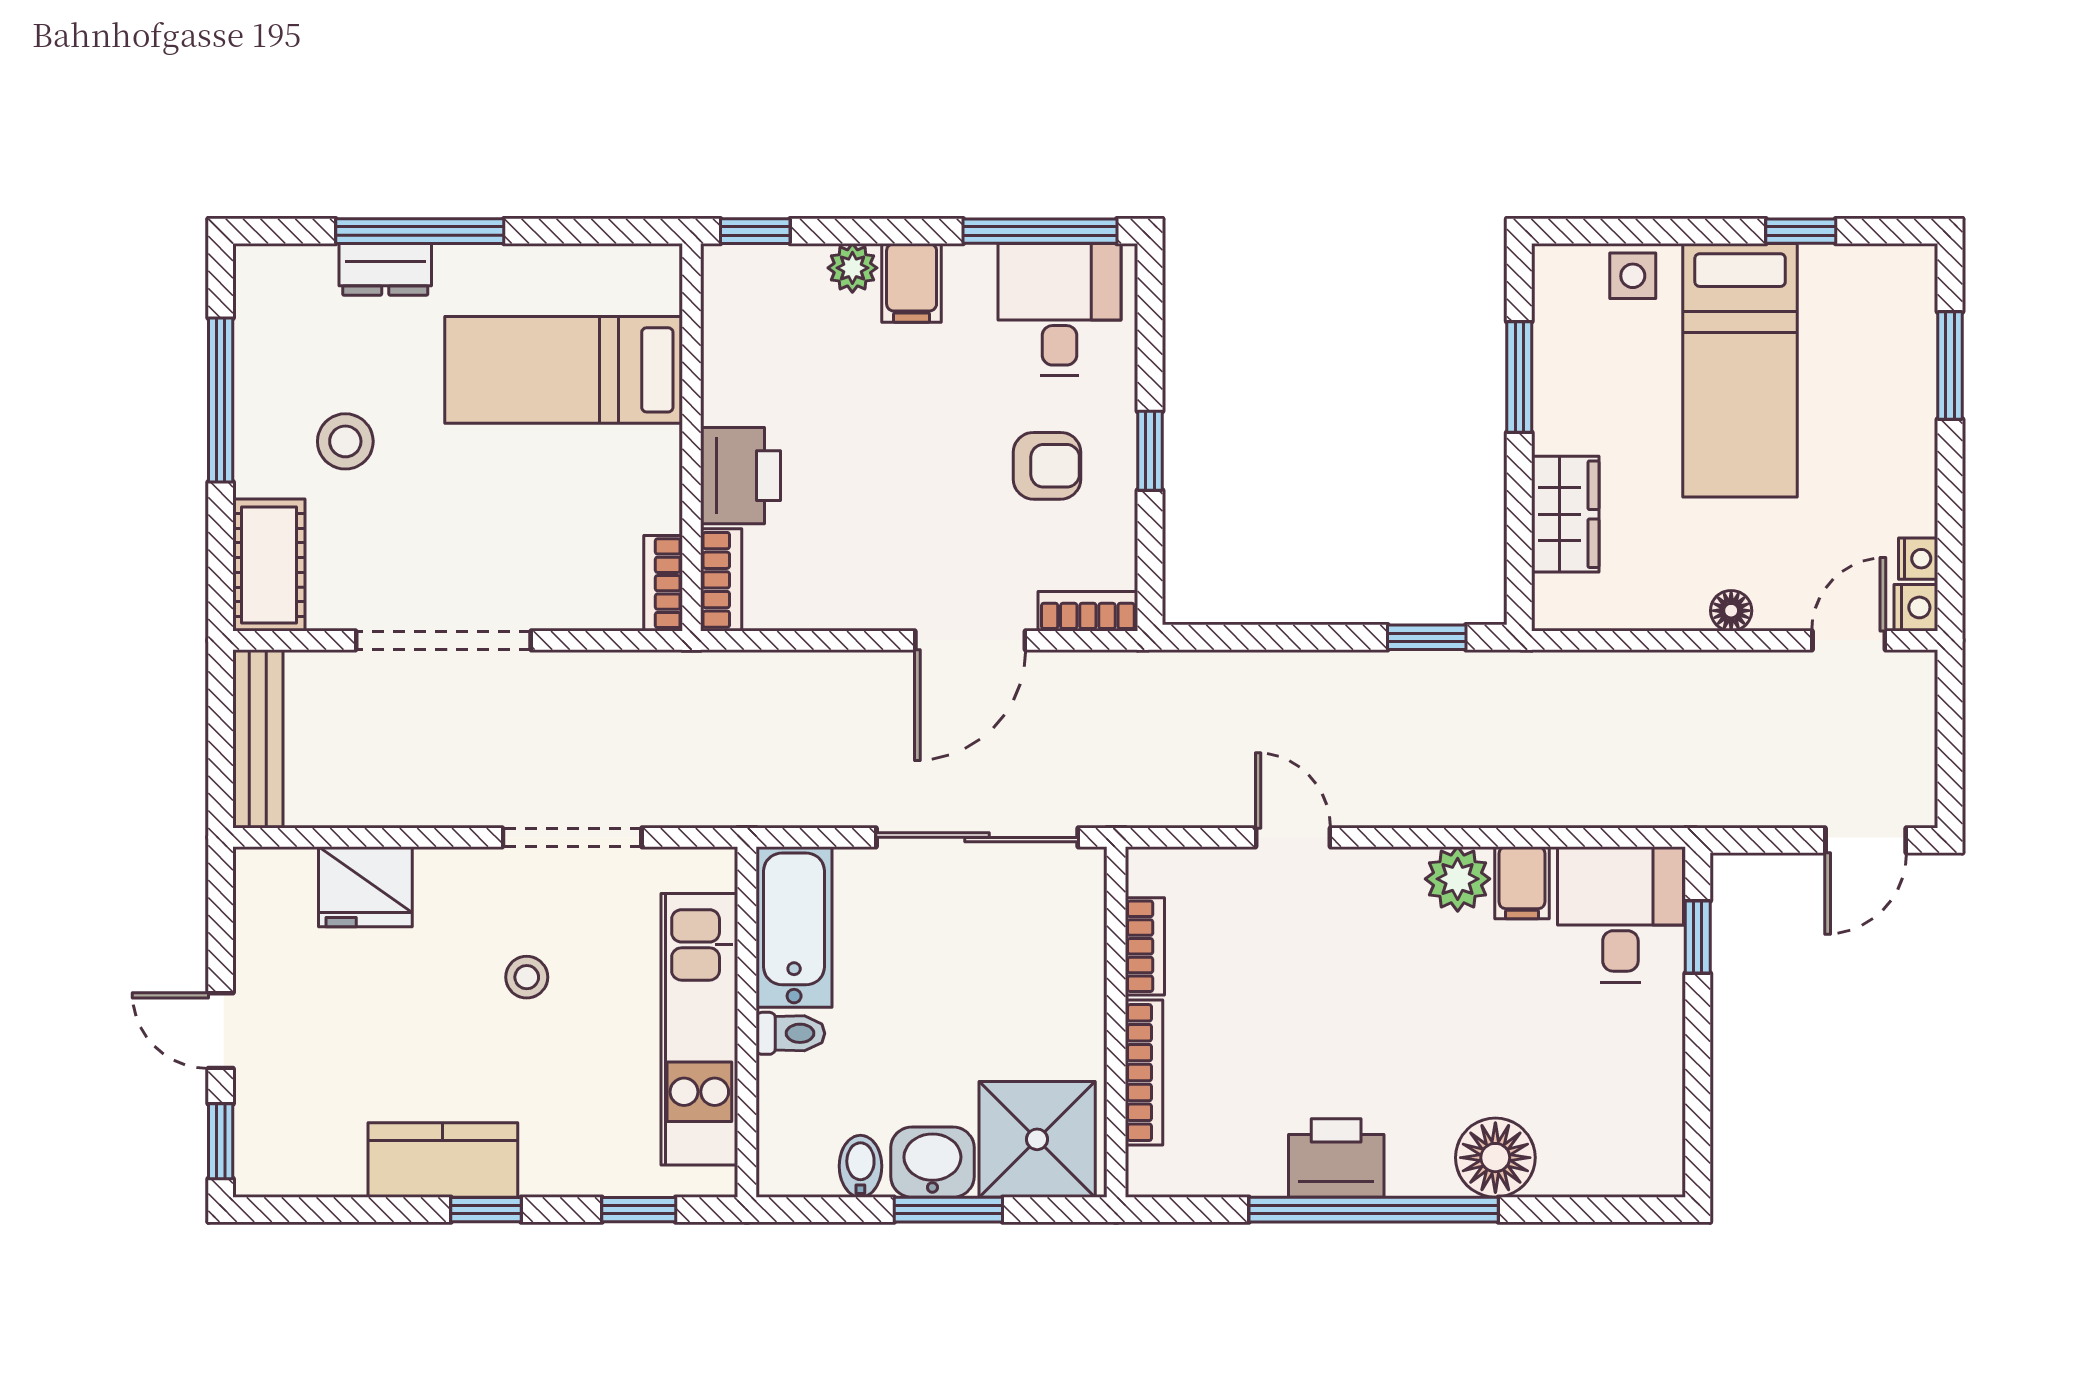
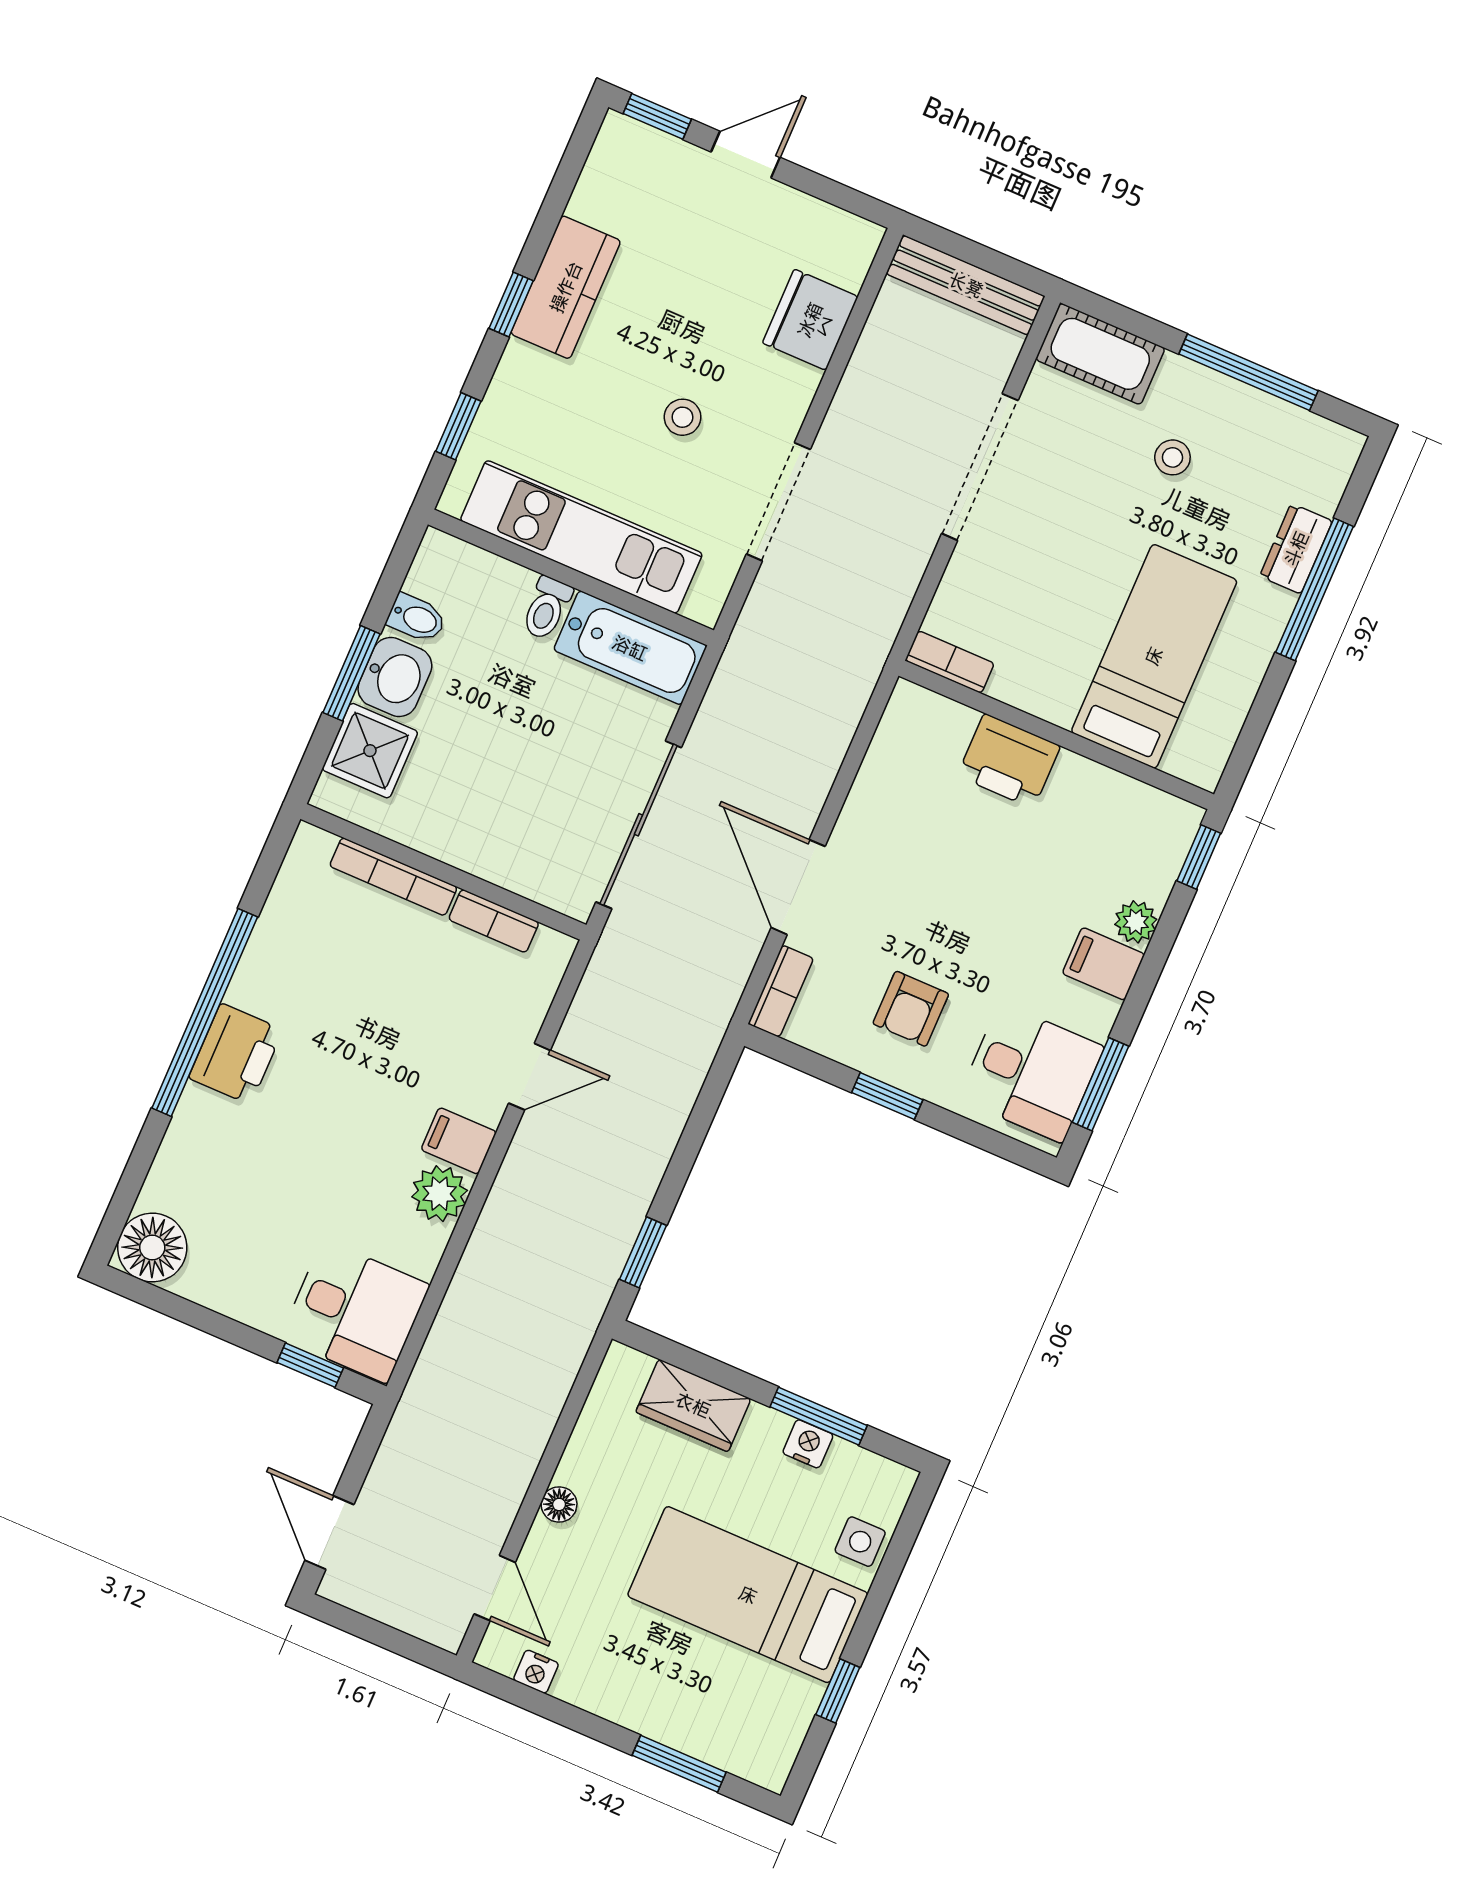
window: (1040, 231) -> (1100, 1084), width x0.69
stool: (345, 441) -> (1172, 457), width x0.73, depth x0.73
bookcase: (721, 580) -> (932, 709), removed
nightstand: (1916, 607) -> (808, 1444), moved, turned 180
filing cabinet: (1522, 883) -> (459, 1141), moved
shower: (1037, 1139) -> (370, 751), width x0.73, depth x0.73
printer: (1336, 1158) -> (236, 1054), moved
floor lamp: (1495, 1158) -> (152, 1248), moved

